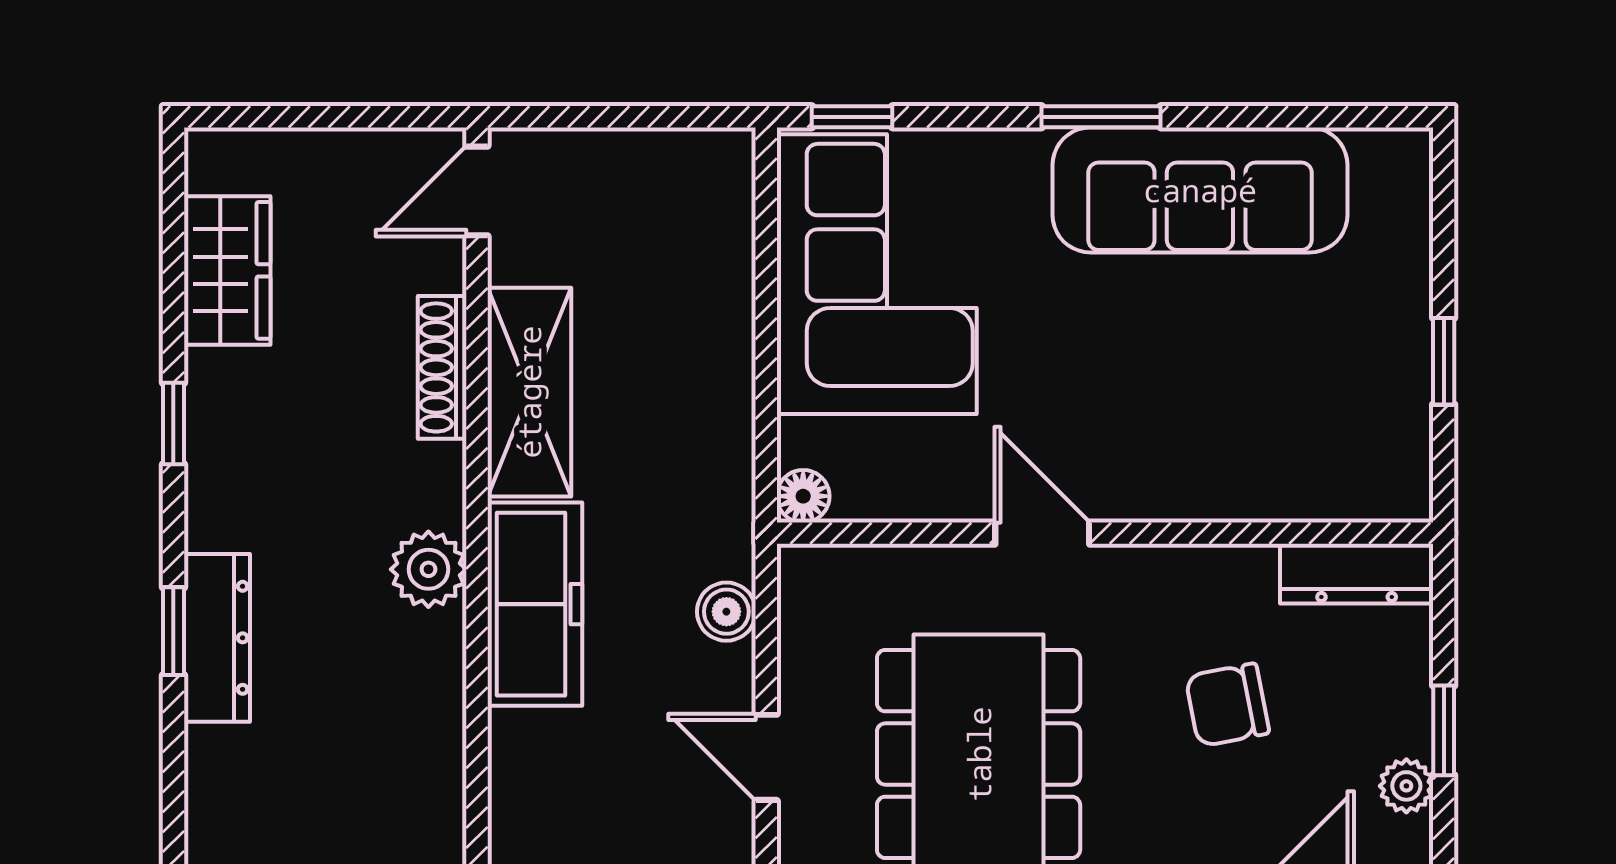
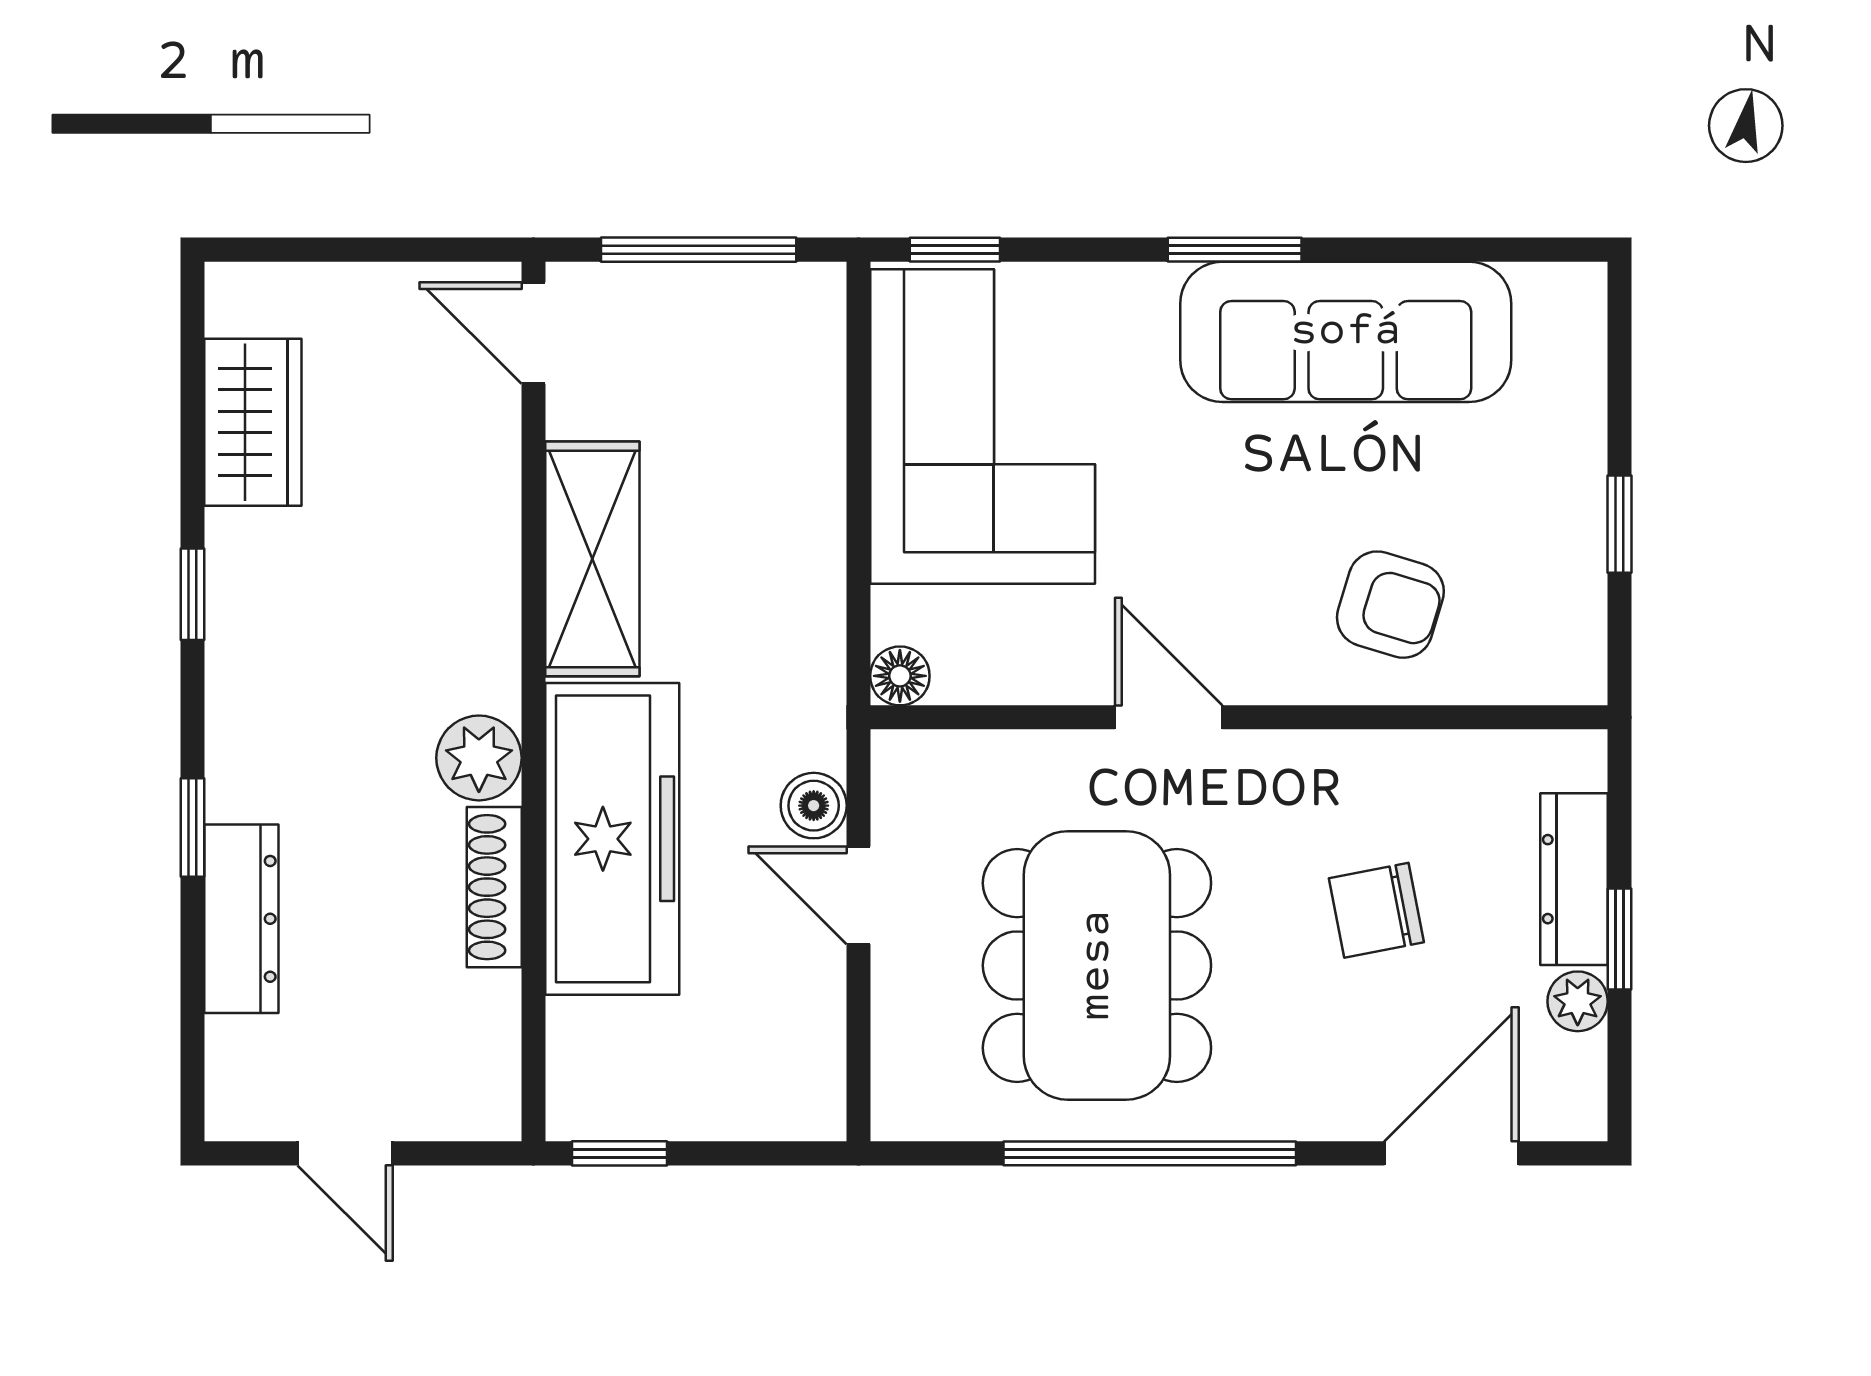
window: (624, 117) -> (699, 250), added
door: (477, 191) -> (533, 333), hinge flipped
shoe rack: (442, 367) -> (494, 887), moved
armchair: (1240, 433) -> (1390, 605), added
dresser: (1357, 574) -> (1574, 879), moved, turned 90
freezer: (535, 604) -> (612, 839), width x1.36, depth x1.26
dresser: (217, 638) -> (241, 919), moved
door: (766, 757) -> (858, 895), moved

